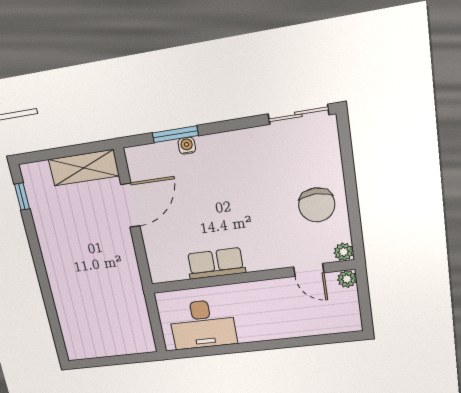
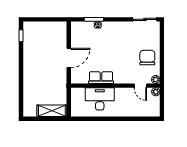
shelving: (84, 168) -> (52, 111), moved
door: (130, 205) -> (69, 58), moved
chair: (317, 205) -> (147, 58), turned 180
desk: (203, 324) -> (100, 99), moved, turned 180

